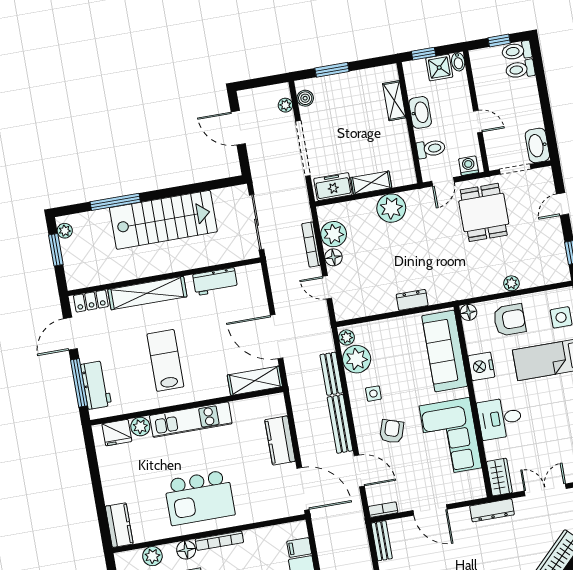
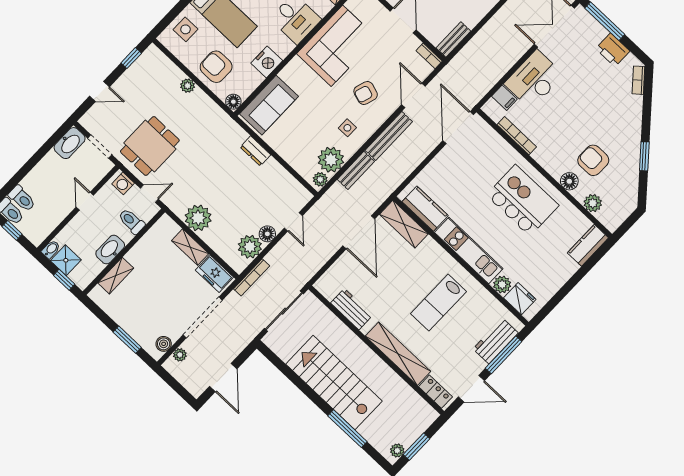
bookcase: (311, 244) -> (252, 277), moved
sofa: (445, 351) -> (269, 105), width x0.73
kitchen counter: (280, 440) -> (425, 209), moved, turned -90
bookcase: (219, 541) -> (517, 136), moved

